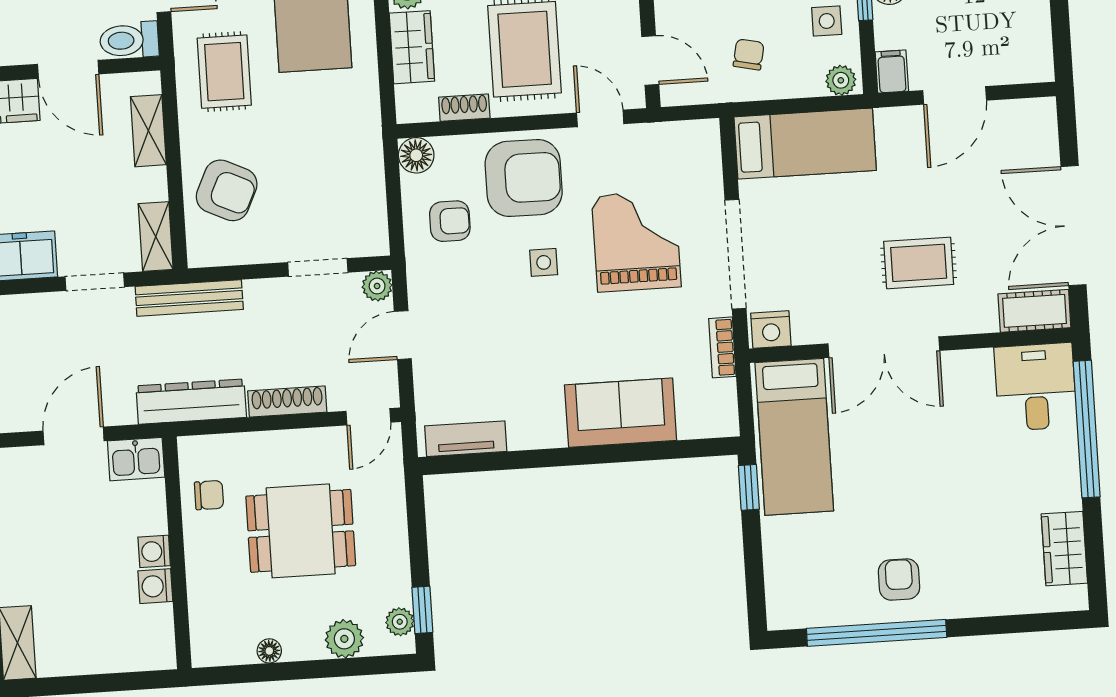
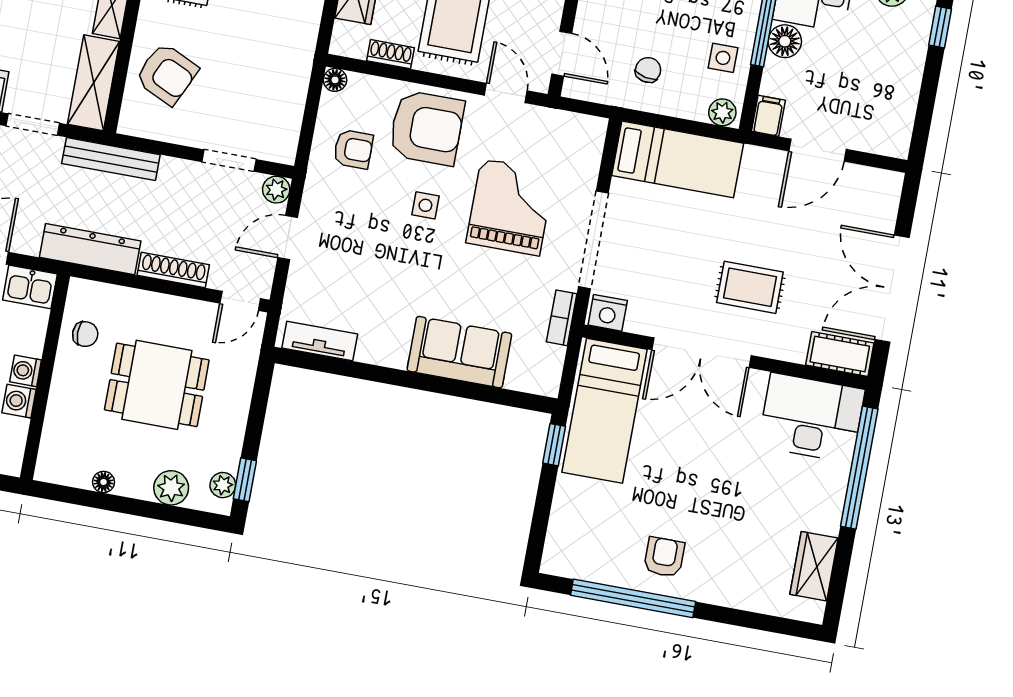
floor lamp: (416, 155) -> (335, 80), width x0.73, depth x0.73
shelving: (156, 237) -> (94, 83), width x1.50, depth x1.33
desk: (1036, 387) -> (811, 418), width x1.37

